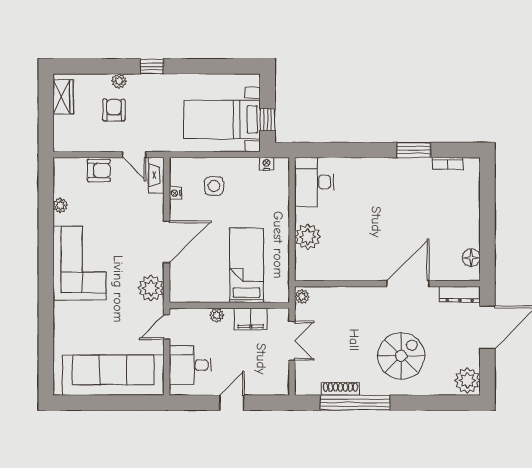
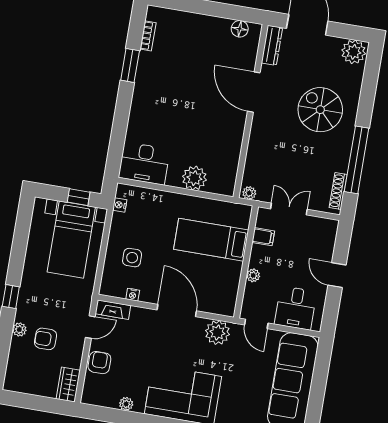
wardrobe: (63, 97) -> (68, 385), moved, turned -90
filing cabinet: (251, 319) -> (263, 237), width x0.50
shoe rack: (340, 389) -> (338, 191), moved

